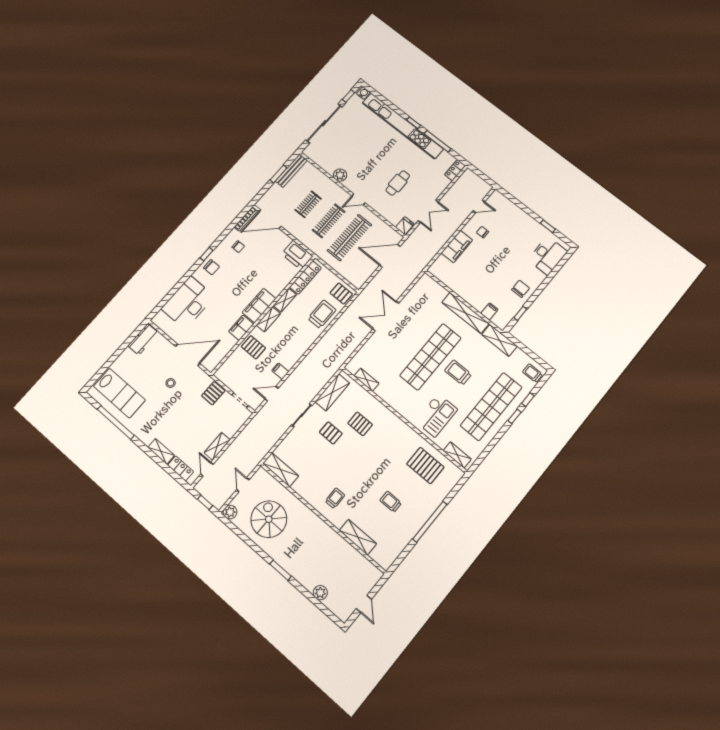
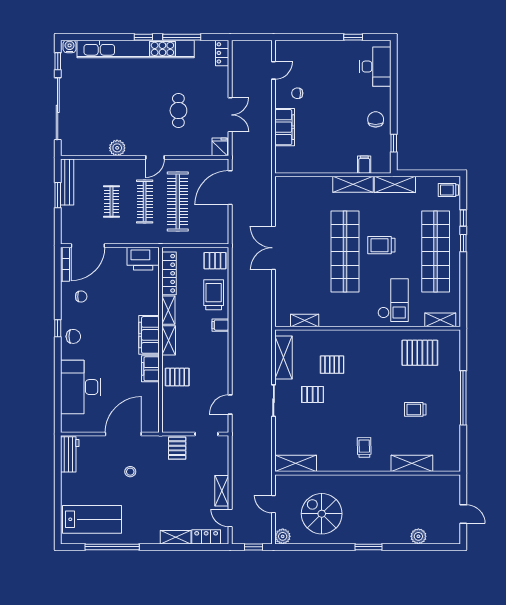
shelving: (465, 313) -> (353, 184), width x0.68
filing cabinet: (280, 371) -> (220, 325), moved

